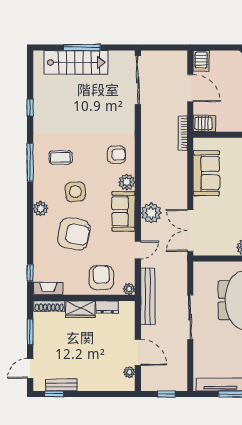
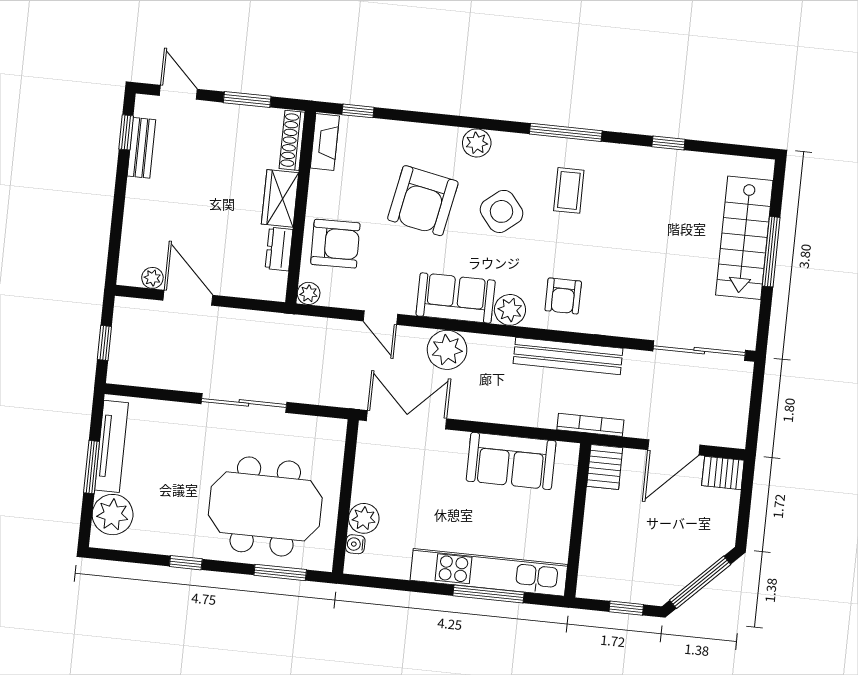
side table: (75, 192) -> (502, 211), turned -34
bench: (148, 296) -> (568, 356), moved
door: (138, 352) -> (188, 298), swing flipped

